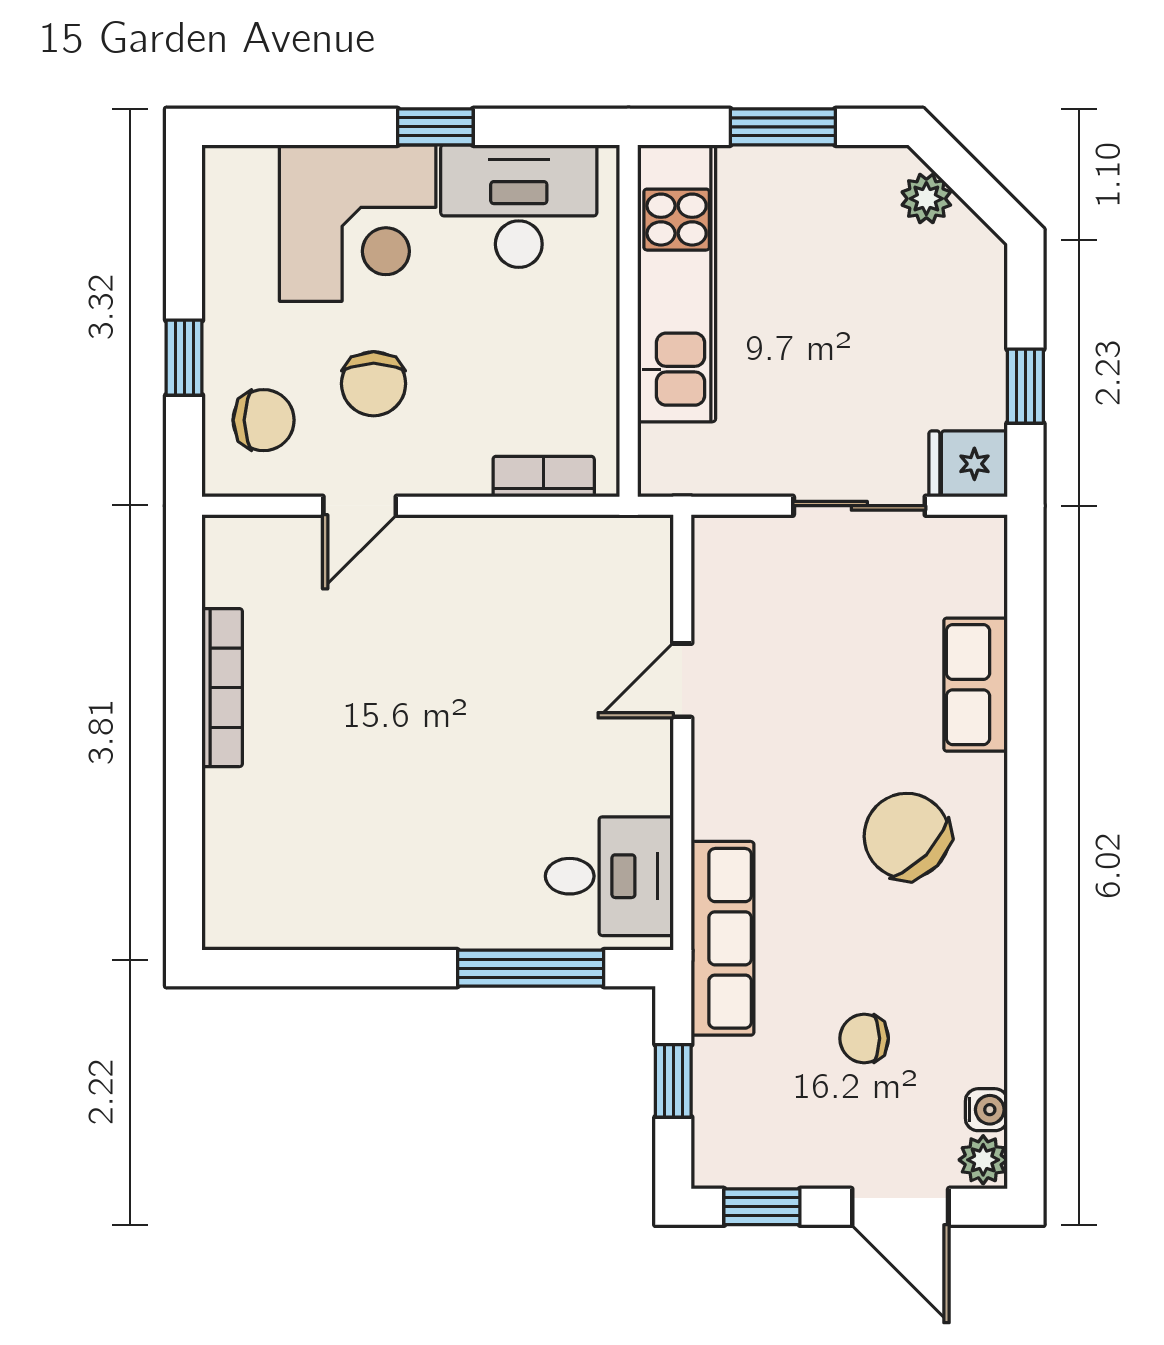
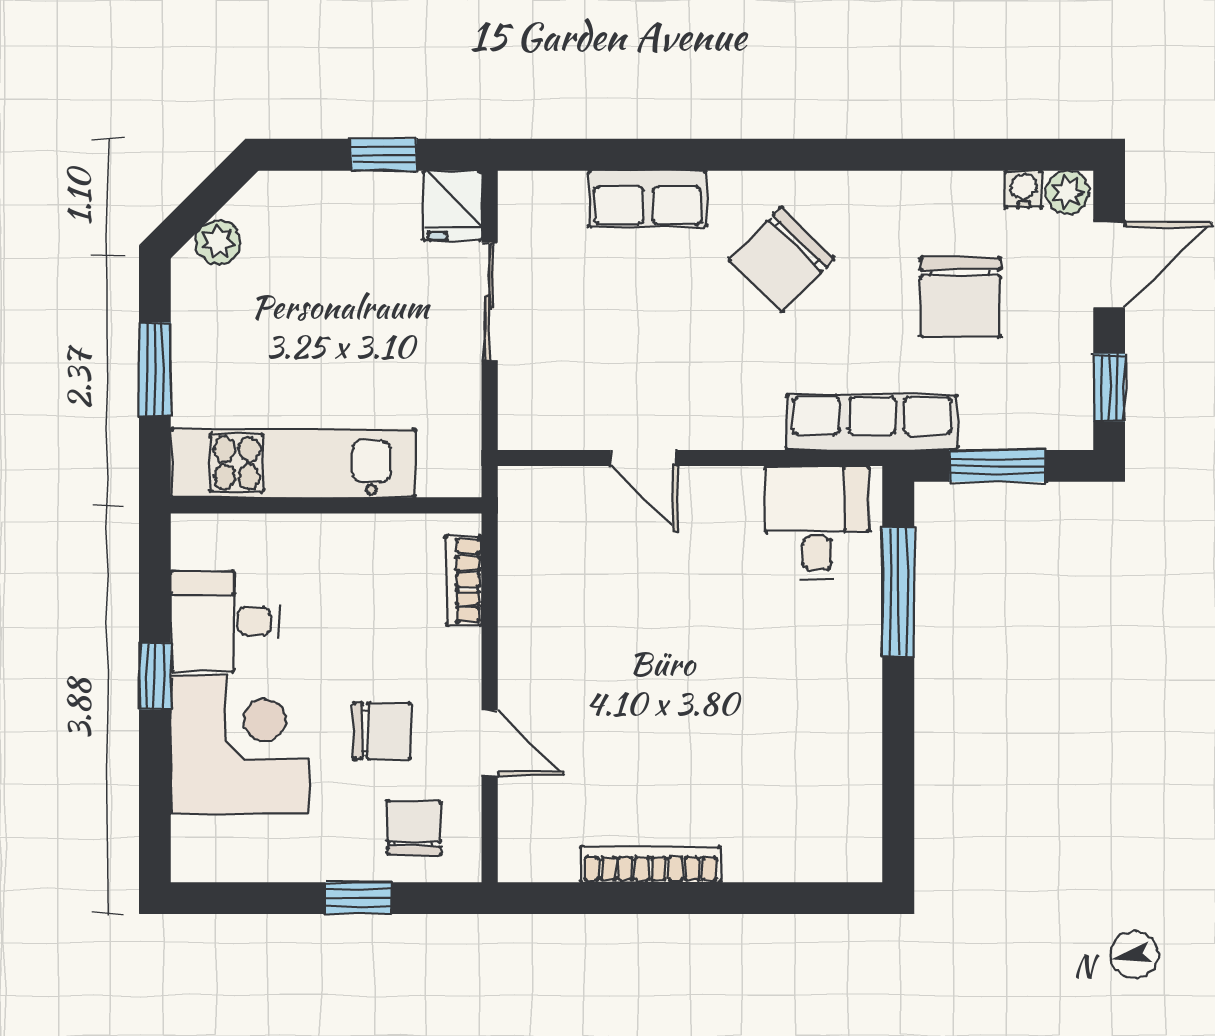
desk: (519, 206) -> (225, 621), width x0.73
chair: (864, 1038) -> (960, 297), width x1.87, depth x1.87
window: (673, 1081) -> (998, 466), width x1.50

